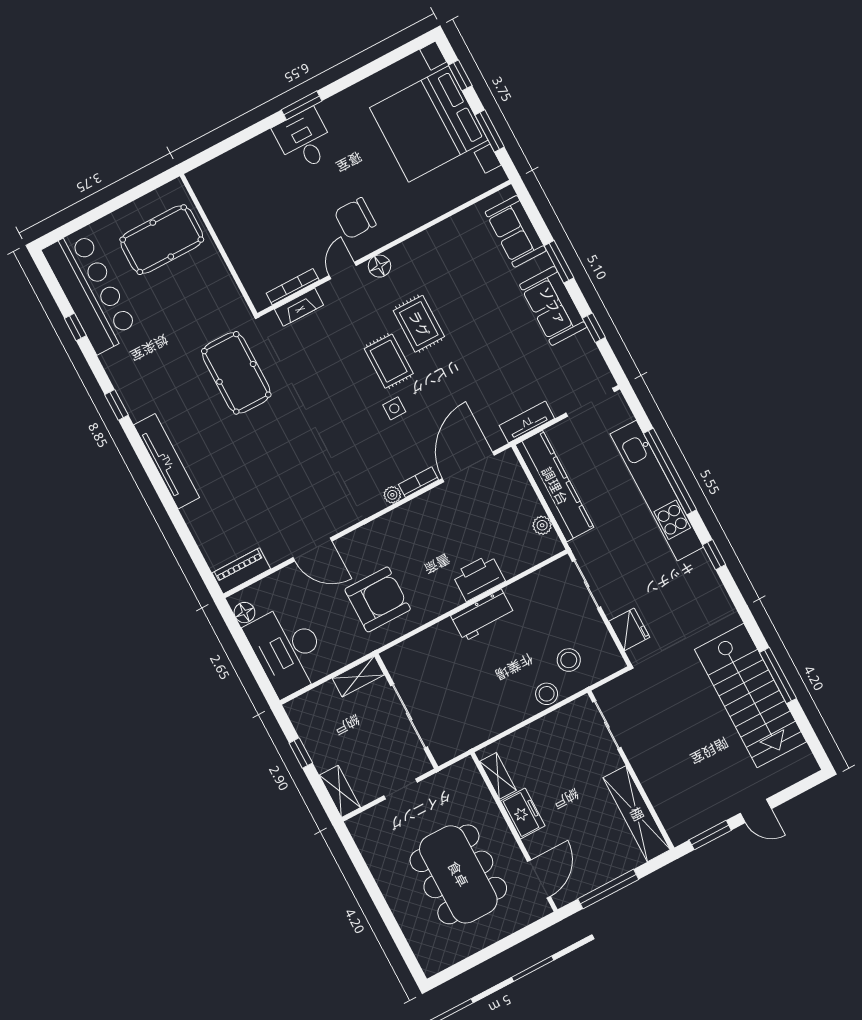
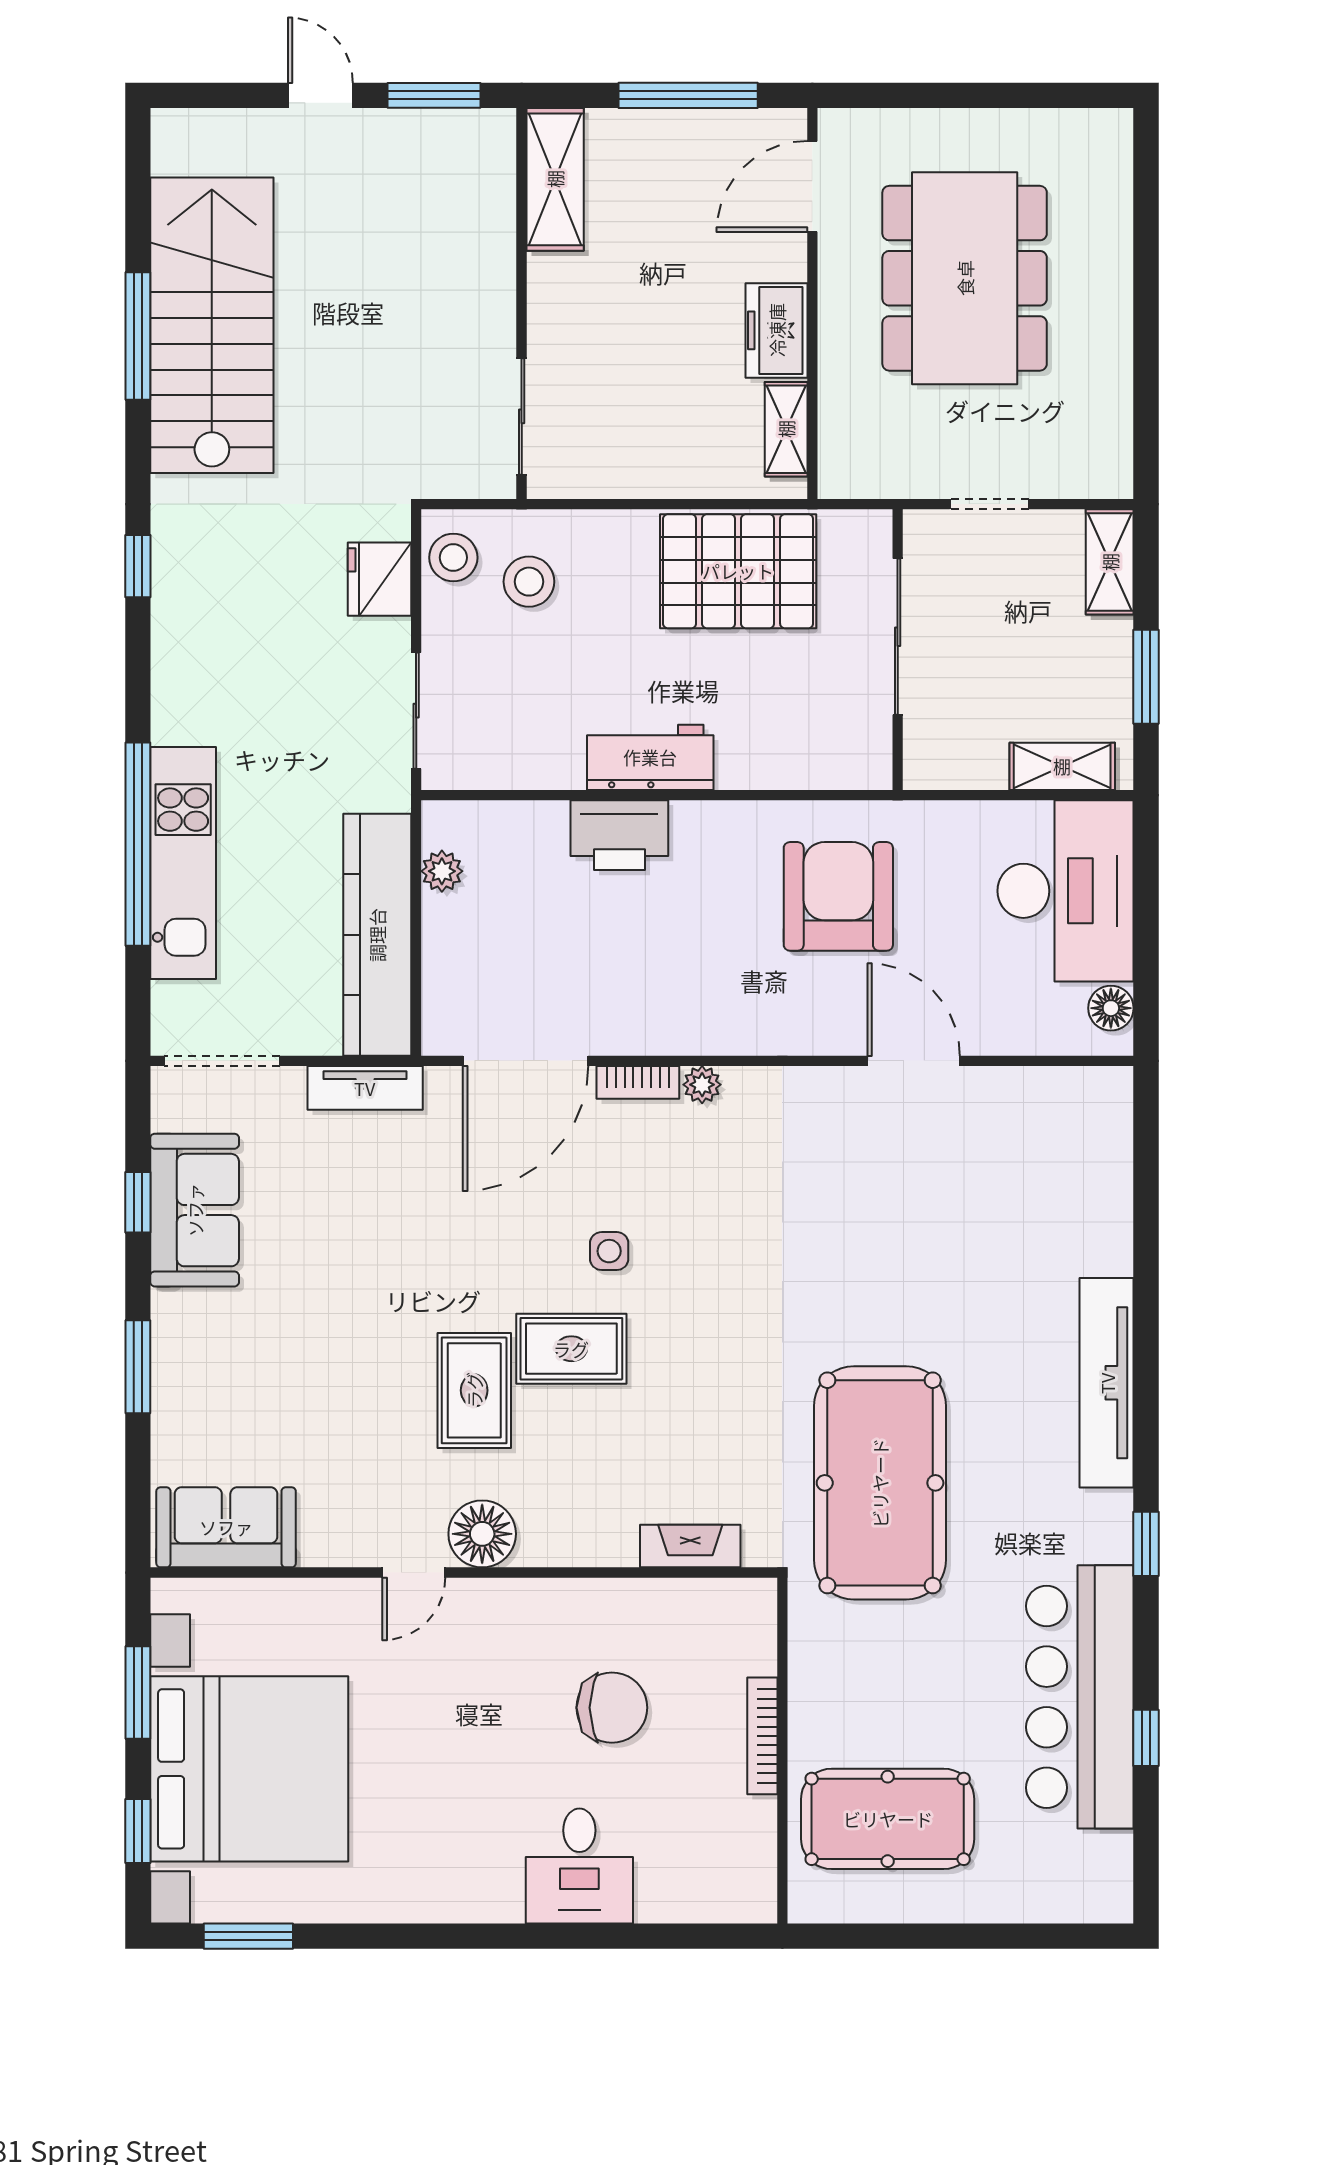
window: (302, 105) -> (248, 1936), moved
desk: (304, 140) -> (579, 1866), moved
chair: (355, 218) -> (612, 1708), moved
sofa: (516, 231) -> (226, 1527), moved, turned -90
floor lamp: (380, 266) -> (482, 1534), width x1.38, depth x1.38
door: (343, 270) -> (414, 1573), moved
bookcase: (293, 287) -> (762, 1736), moved, turned 90
bar counter: (90, 291) -> (1080, 1697), moved
sofa: (553, 306) -> (195, 1210), moved
rug: (389, 361) -> (571, 1349), turned 90
pool table: (236, 373) -> (880, 1483), width x1.36, depth x1.32
kitchen unit: (657, 491) -> (183, 863), width x0.73
window: (714, 555) -> (138, 566), moved
piano: (241, 571) -> (1074, 1092), removed
armchair: (378, 599) -> (838, 896), turned 90
shelving: (358, 677) -> (1062, 766), moved
stool: (547, 694) -> (453, 558), moved
pallet: (487, 709) -> (738, 571), added
window: (301, 753) -> (1146, 677), width x1.50
shelving: (637, 814) -> (555, 179), width x0.68

